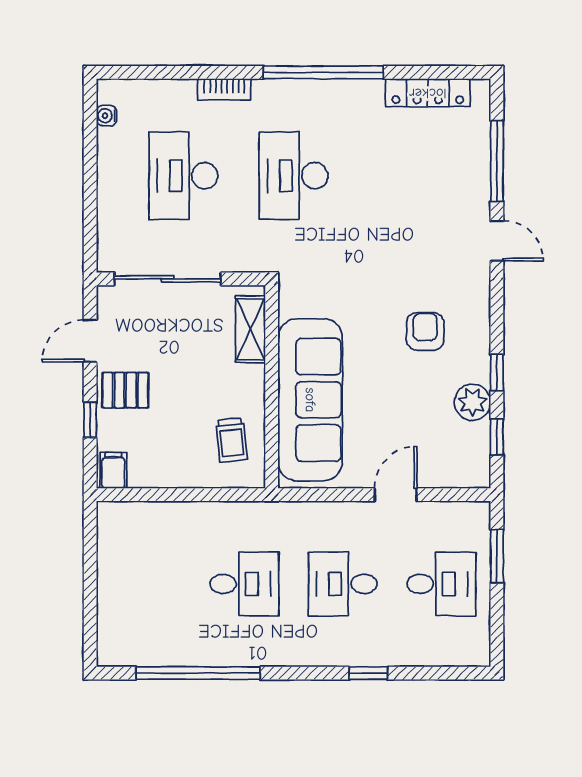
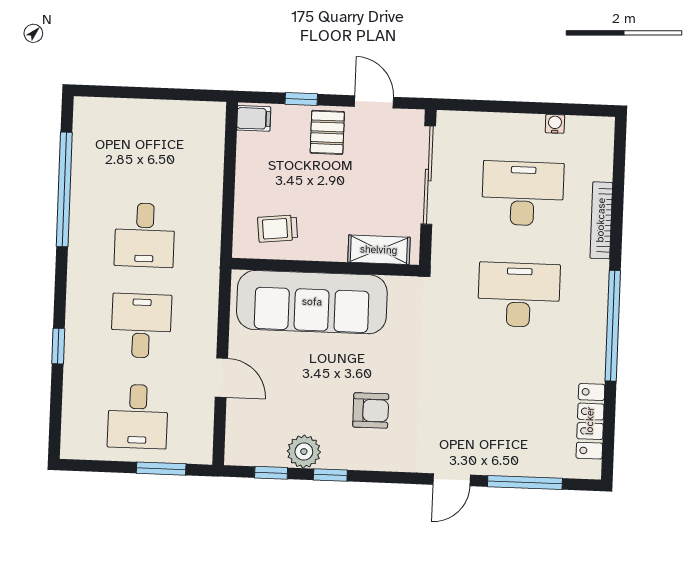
bookcase: (224, 89) -> (601, 220), width x1.56
water cooler: (107, 116) -> (555, 124), moved

